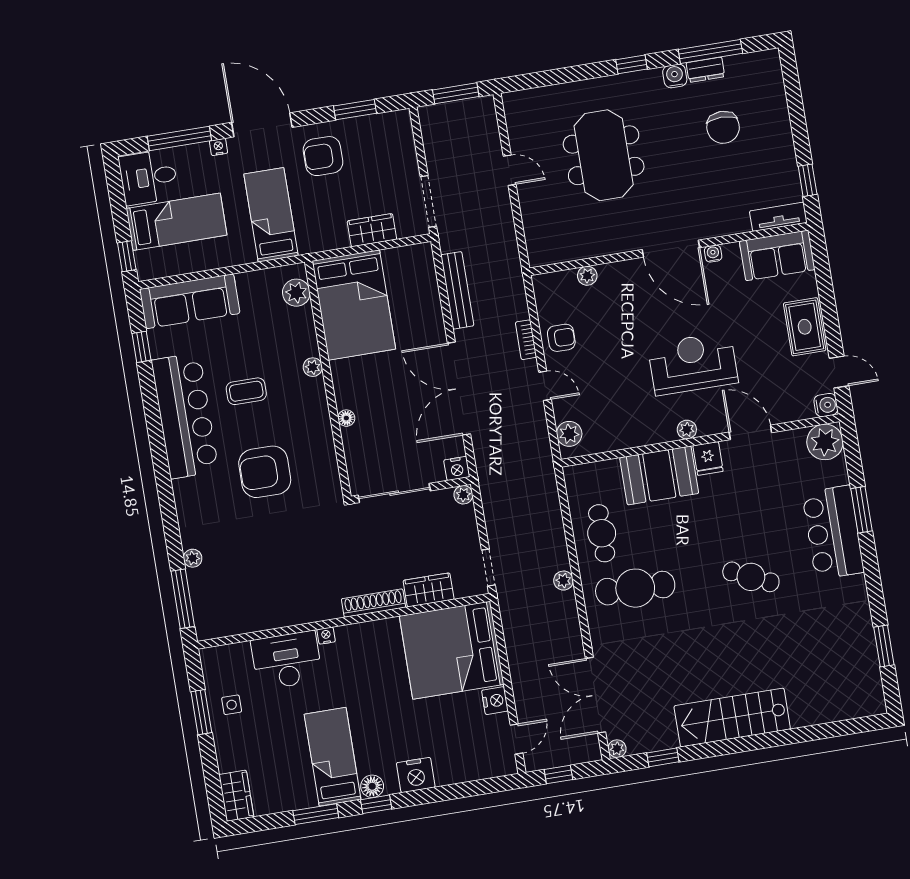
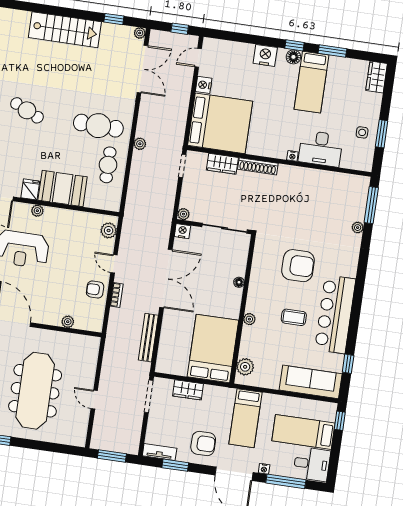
tv unit: (385, 122) -> (160, 452), added
meeting table: (604, 155) -> (35, 391), width x1.36

